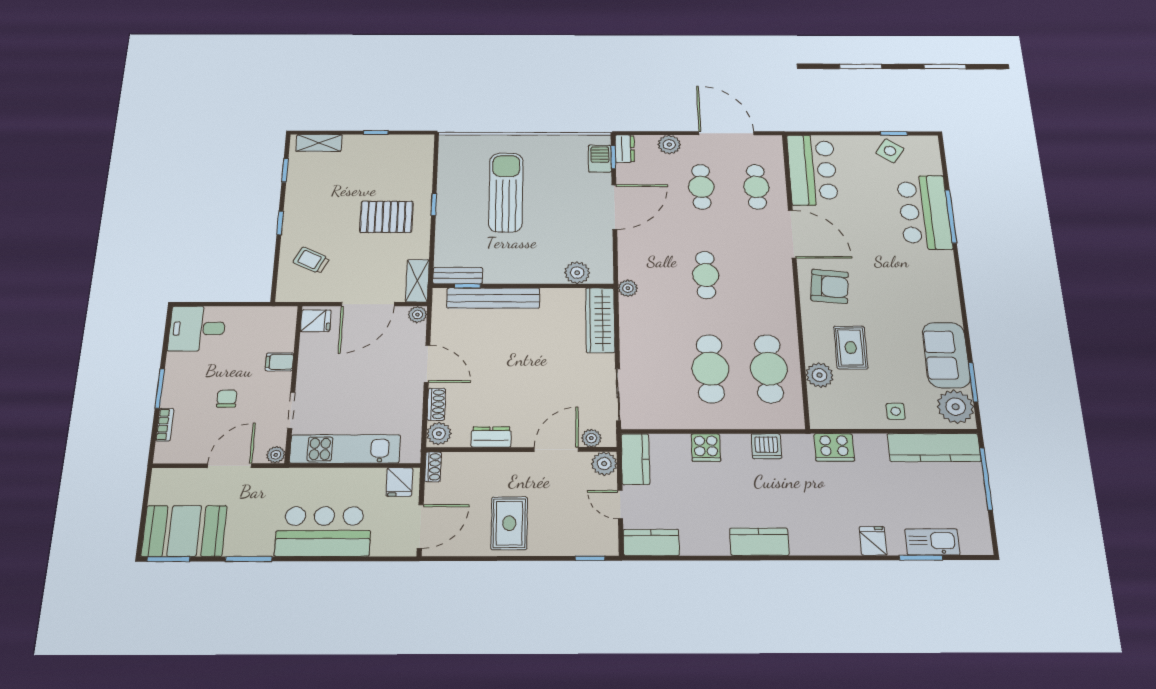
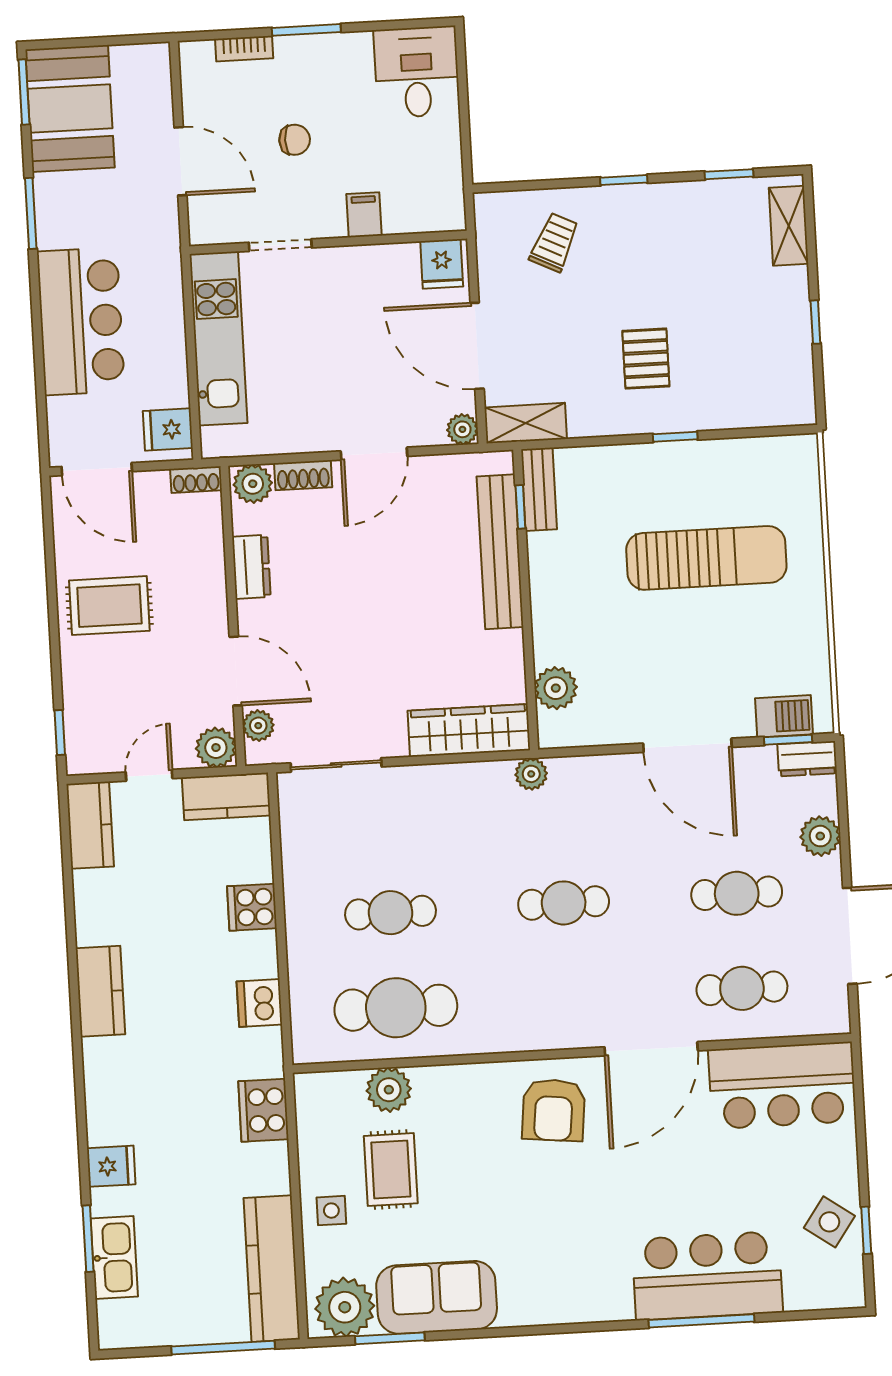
pallet: (386, 217) -> (646, 359), width x0.67, depth x0.71
rug: (851, 347) -> (391, 1170), moved, turned 90
cafe table: (710, 369) -> (391, 913), width x0.73, depth x0.74
plant: (276, 455) -> (203, 231), removed

